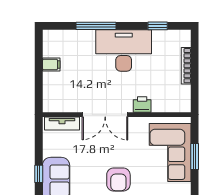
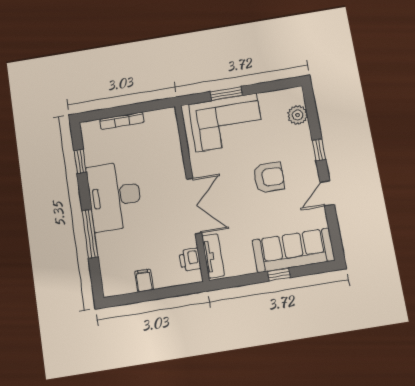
printer: (142, 104) -> (190, 260), moved

